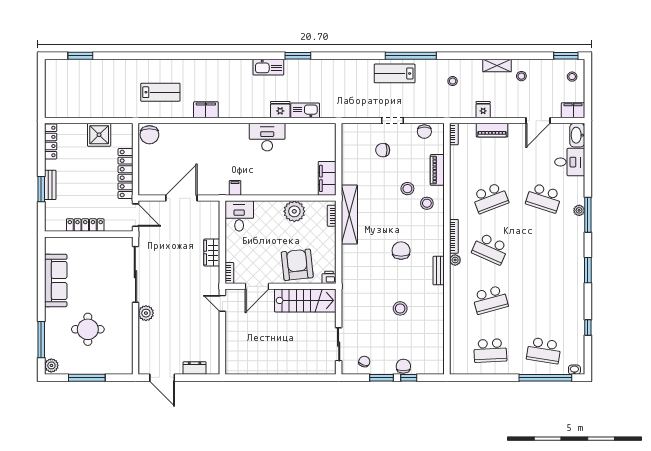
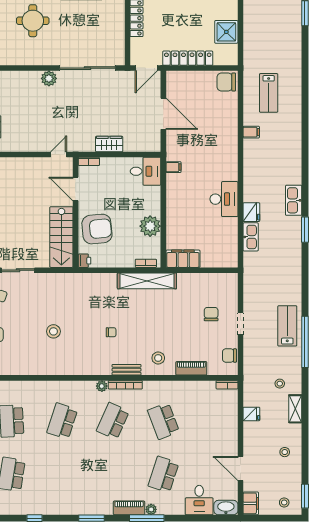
shelving: (497, 65) -> (295, 409), moved
filing cabinet: (206, 110) -> (251, 132), width x0.50
piano: (492, 130) -> (129, 508), moved, turned 90
stool: (407, 189) -> (173, 339), removed
chair: (401, 251) -> (111, 332), width x0.54, depth x0.54
bench: (439, 271) -> (127, 370), moved
school desk: (490, 300) -> (62, 421), turned 33

